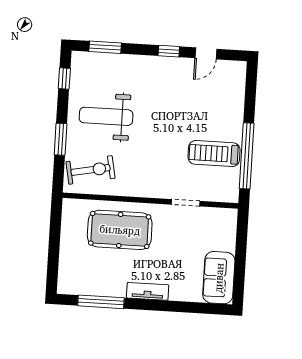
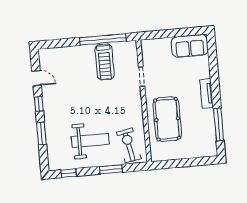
window: (105, 47) -> (41, 133), moved
weight bench: (106, 116) -> (90, 140), turned -90

